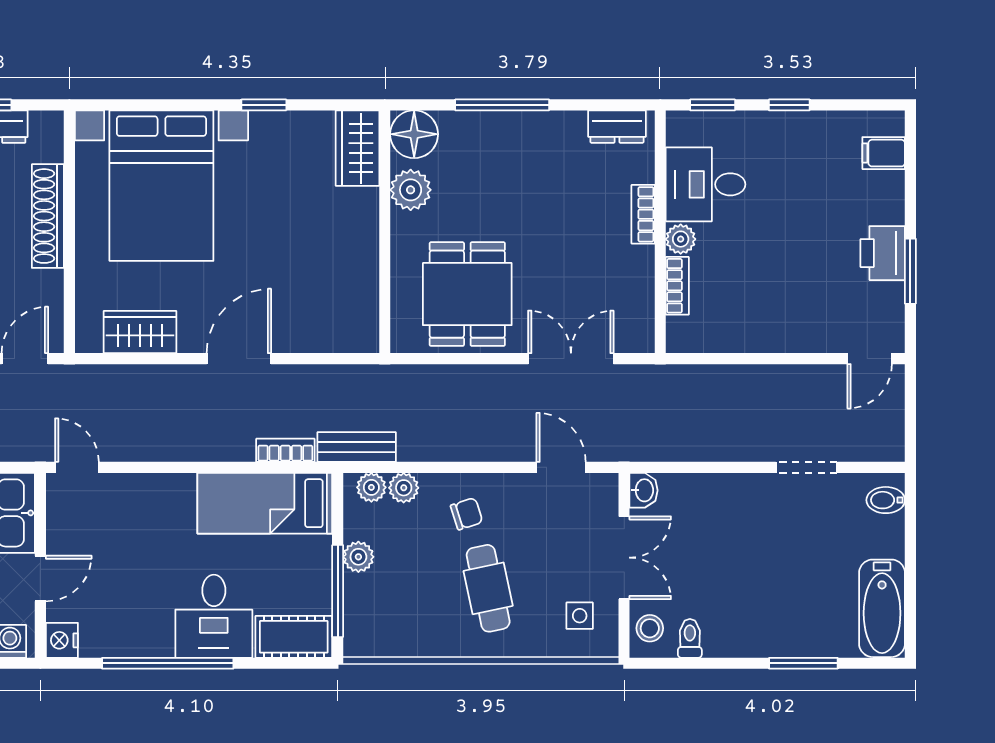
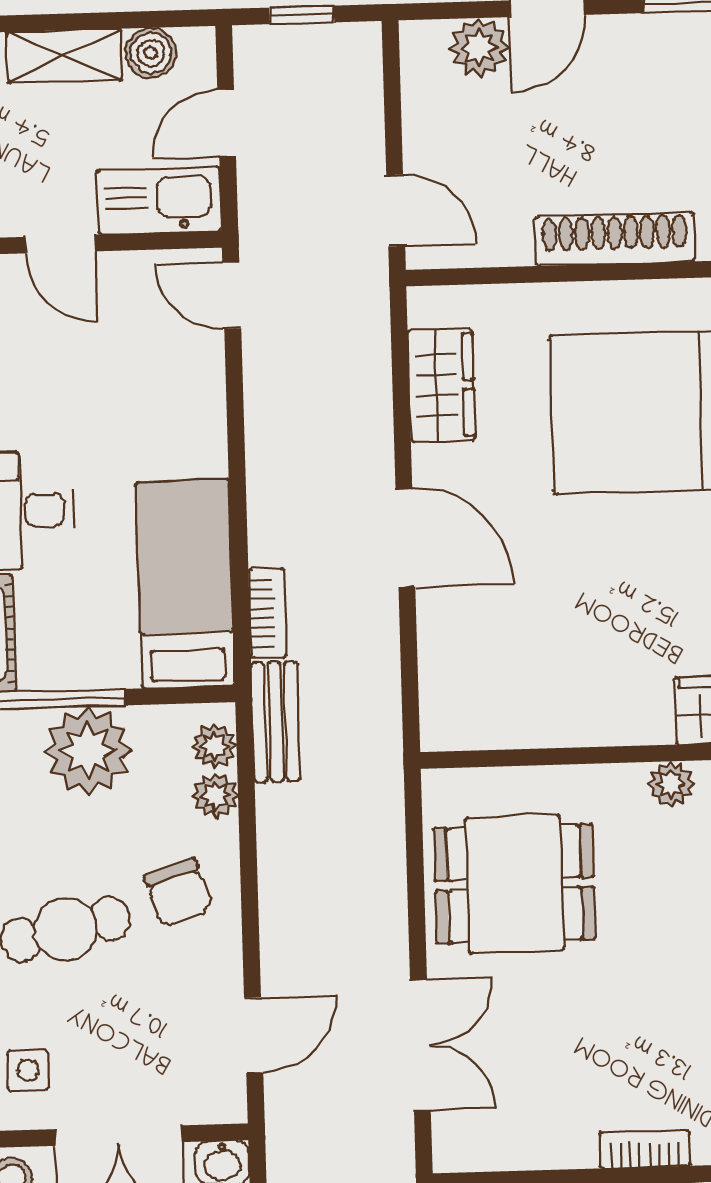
plant: (411, 190) -> (671, 784), width x0.73, depth x0.73
door: (77, 467) -> (232, 295), swing flipped
chair: (467, 514) -> (179, 893), width x1.37, depth x1.37
plant: (358, 557) -> (88, 751), width x1.88, depth x1.88

